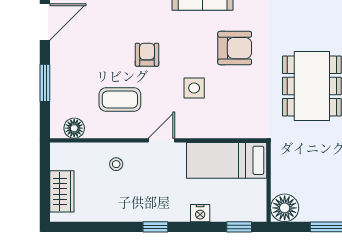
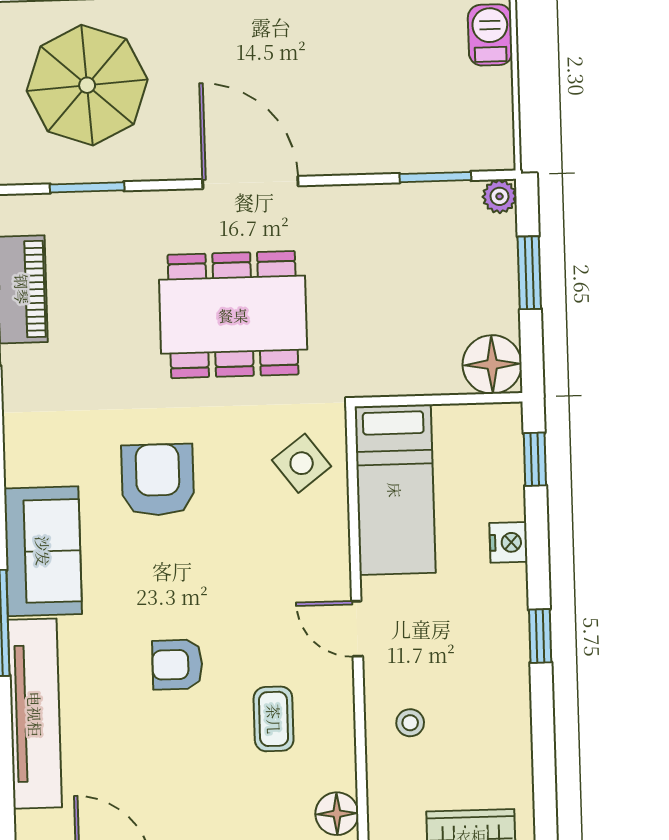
side table: (194, 88) -> (302, 463), moved, turned -37
coffee table: (120, 100) -> (274, 719), width x0.73, depth x0.77

